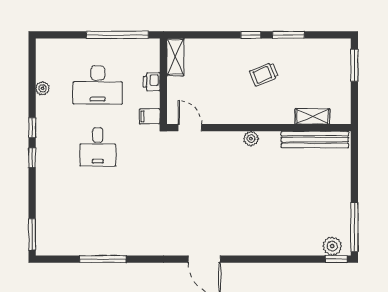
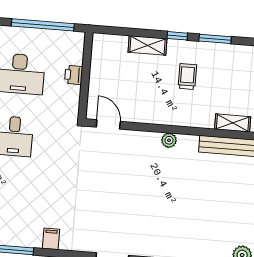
shelving: (175, 57) -> (148, 45), moved, turned 90
trolley: (264, 74) -> (187, 77), turned 112
filing cabinet: (150, 116) -> (51, 239), moved, turned 90

